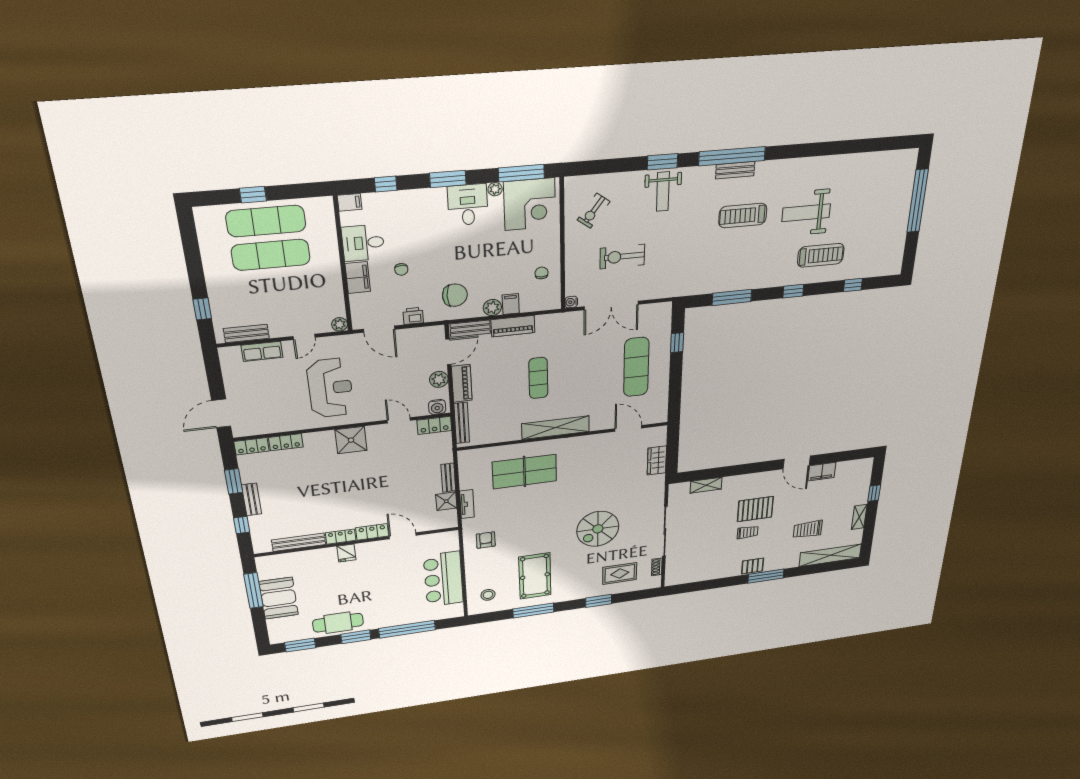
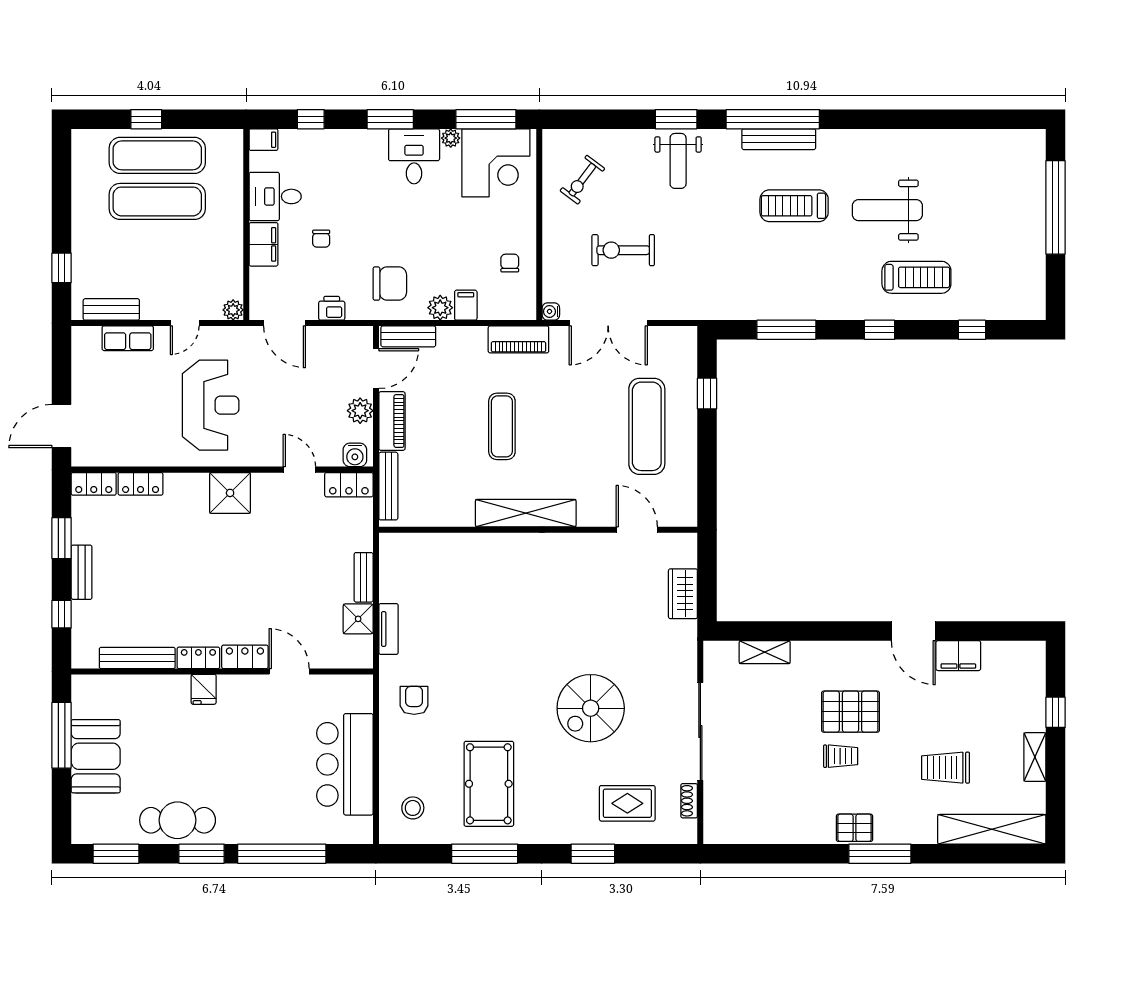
bench: (735, 170) -> (779, 139), width x1.36
piano: (513, 326) -> (518, 339), moved
table tennis table: (525, 472) -> (478, 584), removed

